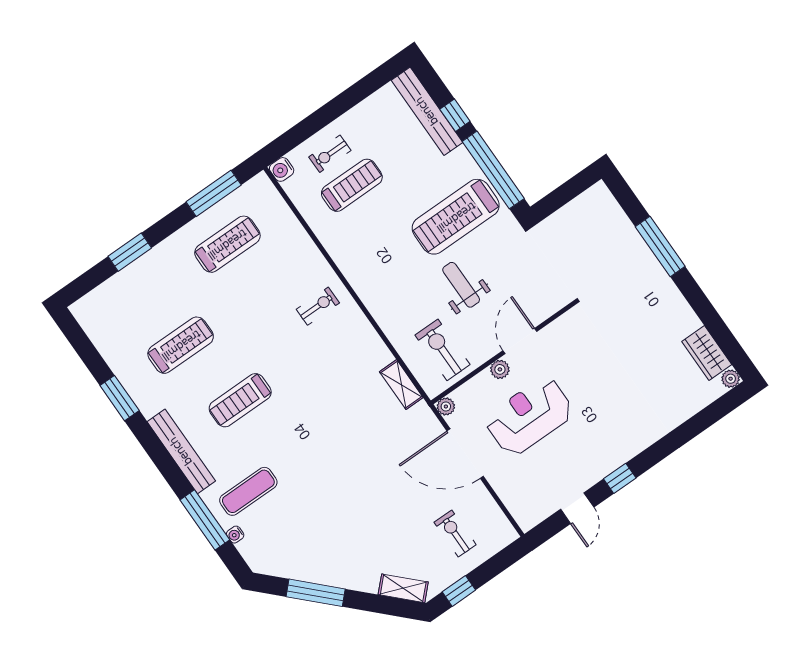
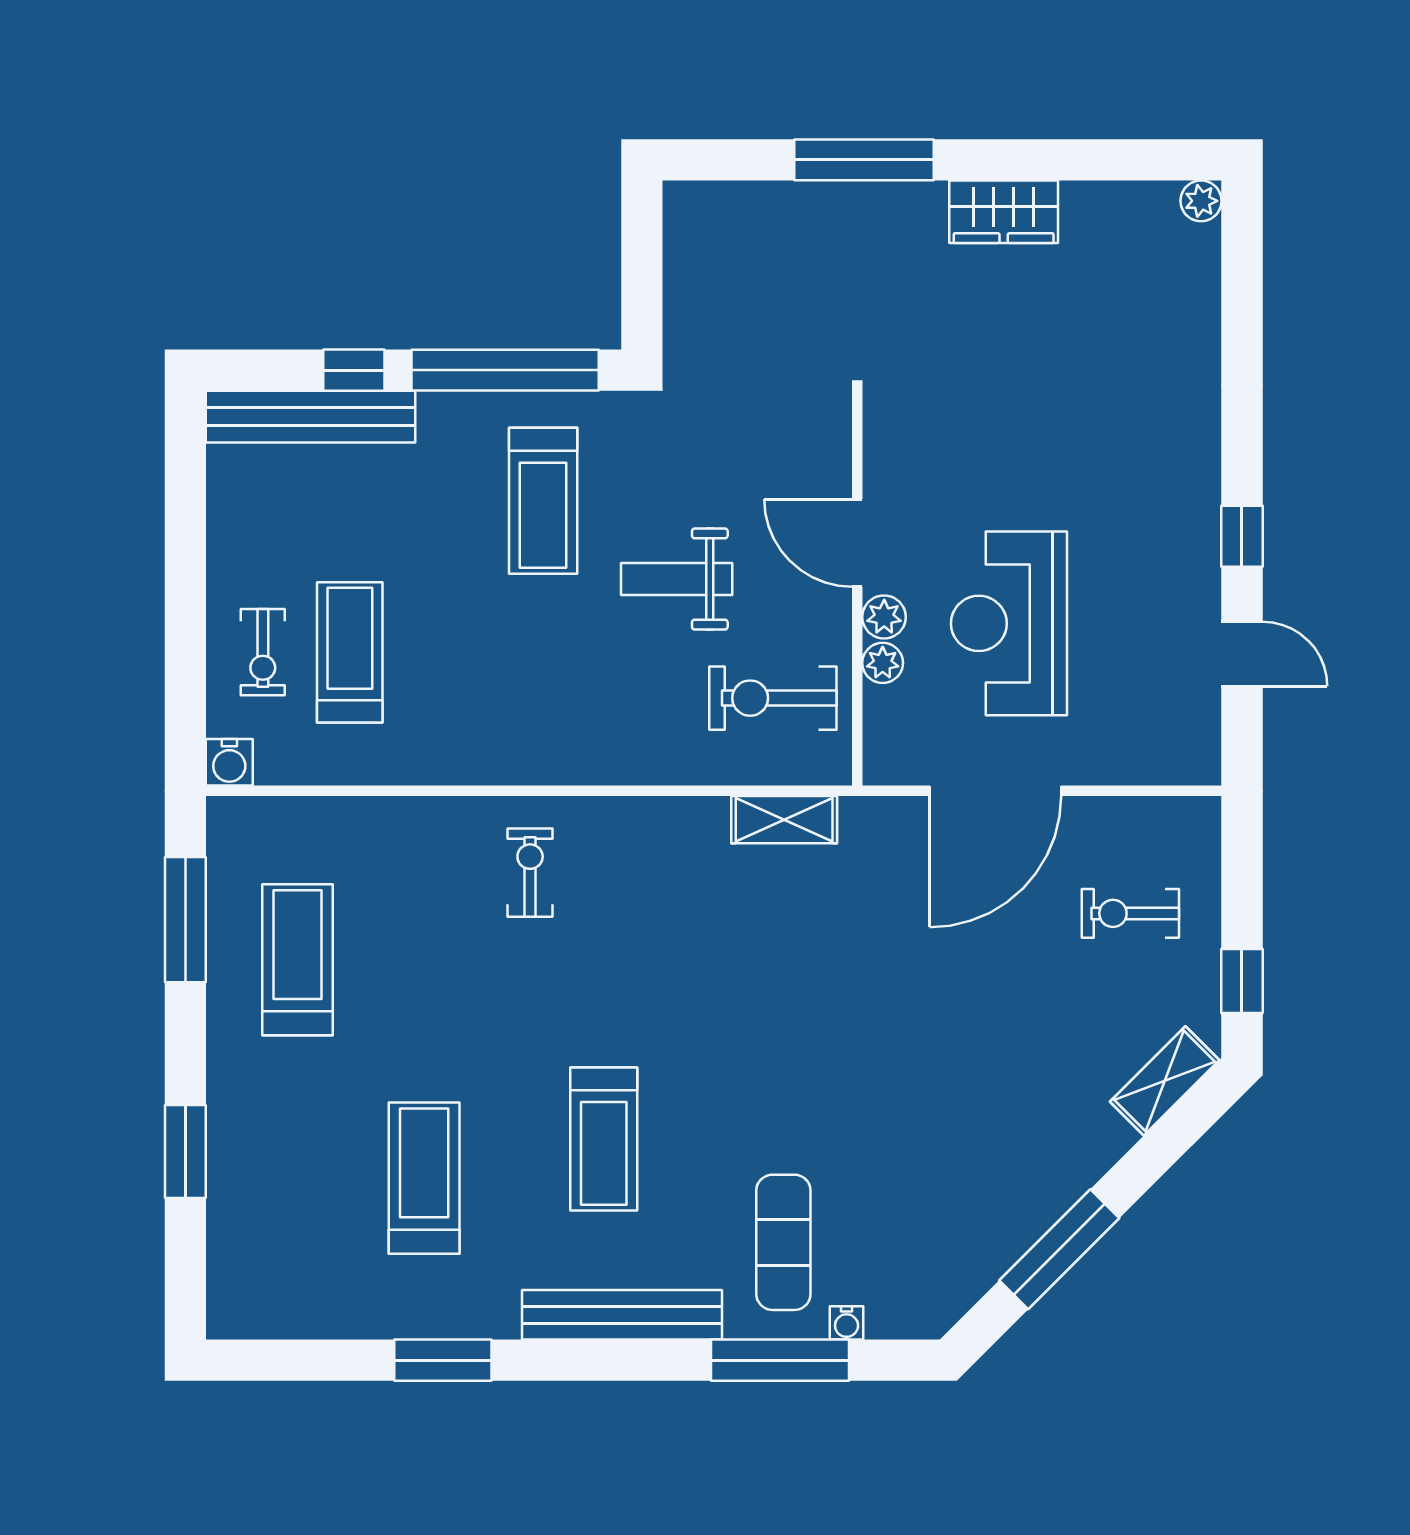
treadmill: (456, 217) -> (543, 501), width x0.73, depth x0.73
wardrobe: (707, 353) -> (1004, 212), moved
plant: (446, 406) -> (883, 663), moved

